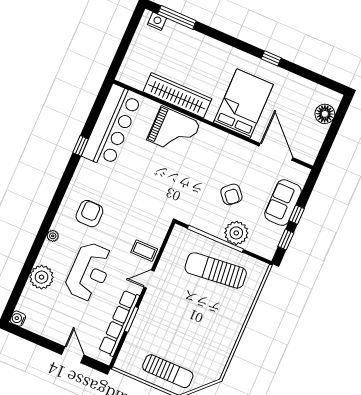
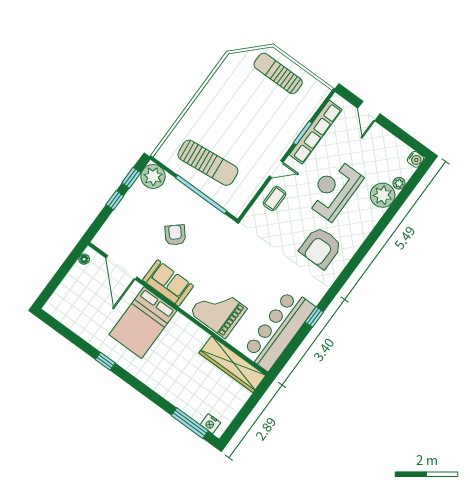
wardrobe: (177, 95) -> (232, 364), moved
floor lamp: (325, 114) -> (84, 259), moved, width x0.53, depth x0.53
sofa: (283, 203) -> (168, 283), moved, turned -90
armchair: (89, 214) -> (321, 248), width x1.36, depth x1.36
plant: (236, 233) -> (153, 176), moved
plant: (53, 236) -> (399, 183), moved
coffee table: (144, 251) -> (275, 199), turned 90

